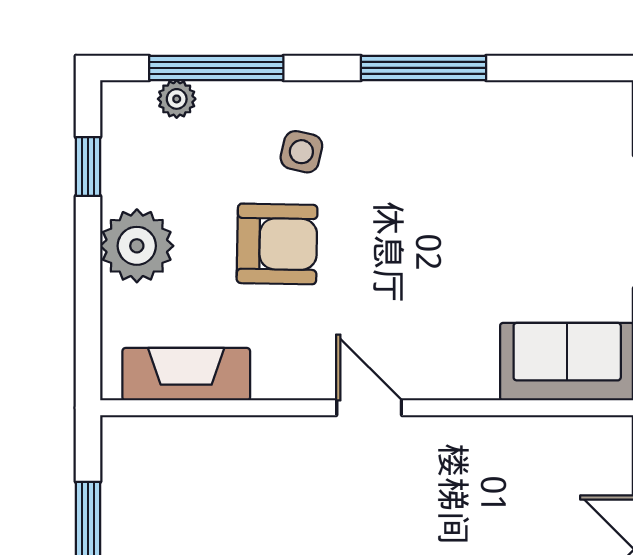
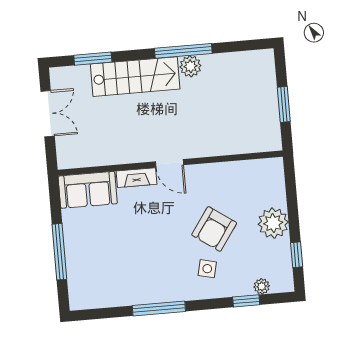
window: (216, 68) -> (246, 301), width x0.46
armchair: (277, 244) -> (214, 229), turned -56
fireplace: (186, 374) -> (137, 178), moved, width x0.73, depth x0.76

